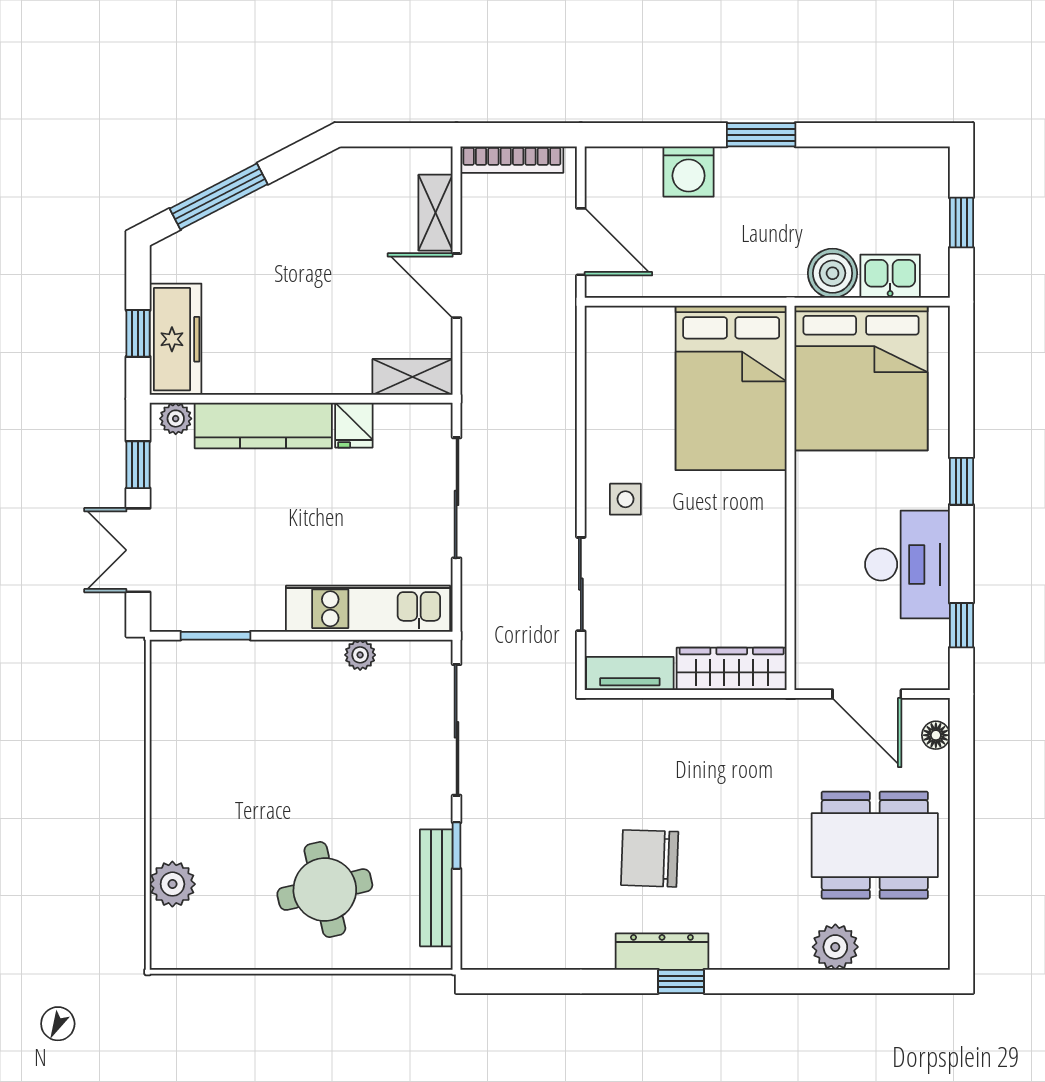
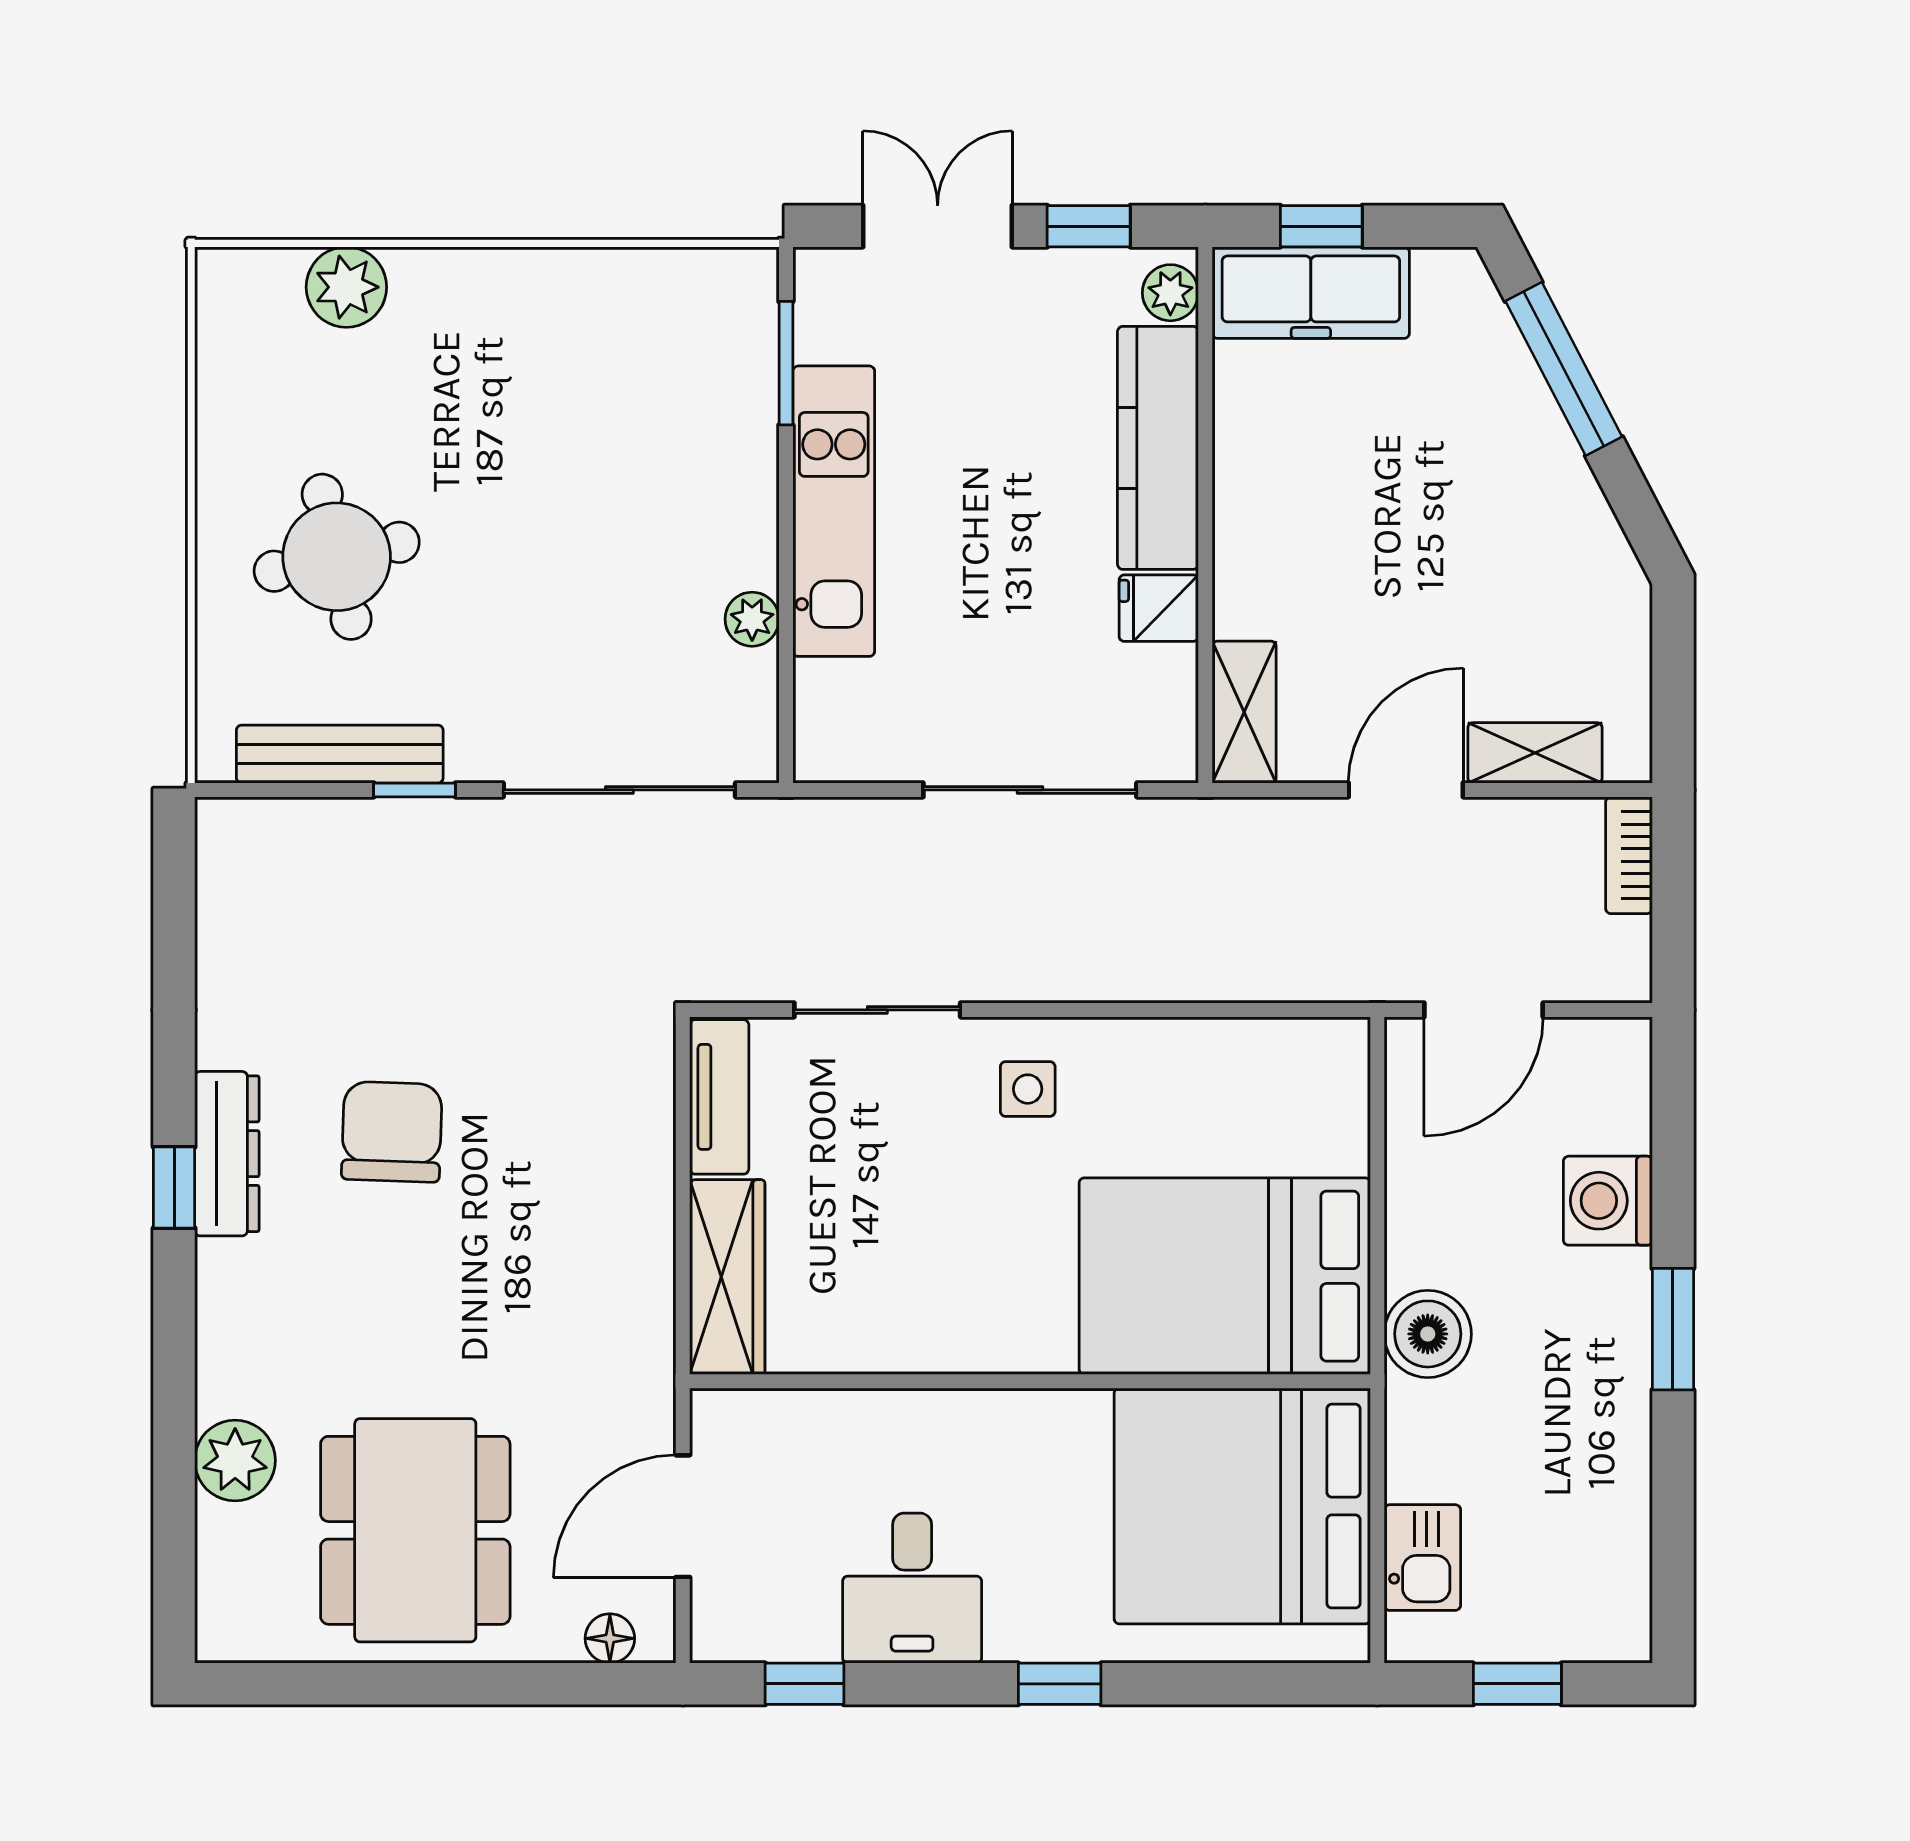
bookcase: (512, 160) -> (1629, 855), width x0.64
boiler: (833, 273) -> (1428, 1334), moved
desk: (907, 564) -> (912, 1588), width x0.73
kitchen unit: (368, 609) -> (834, 511), moved

